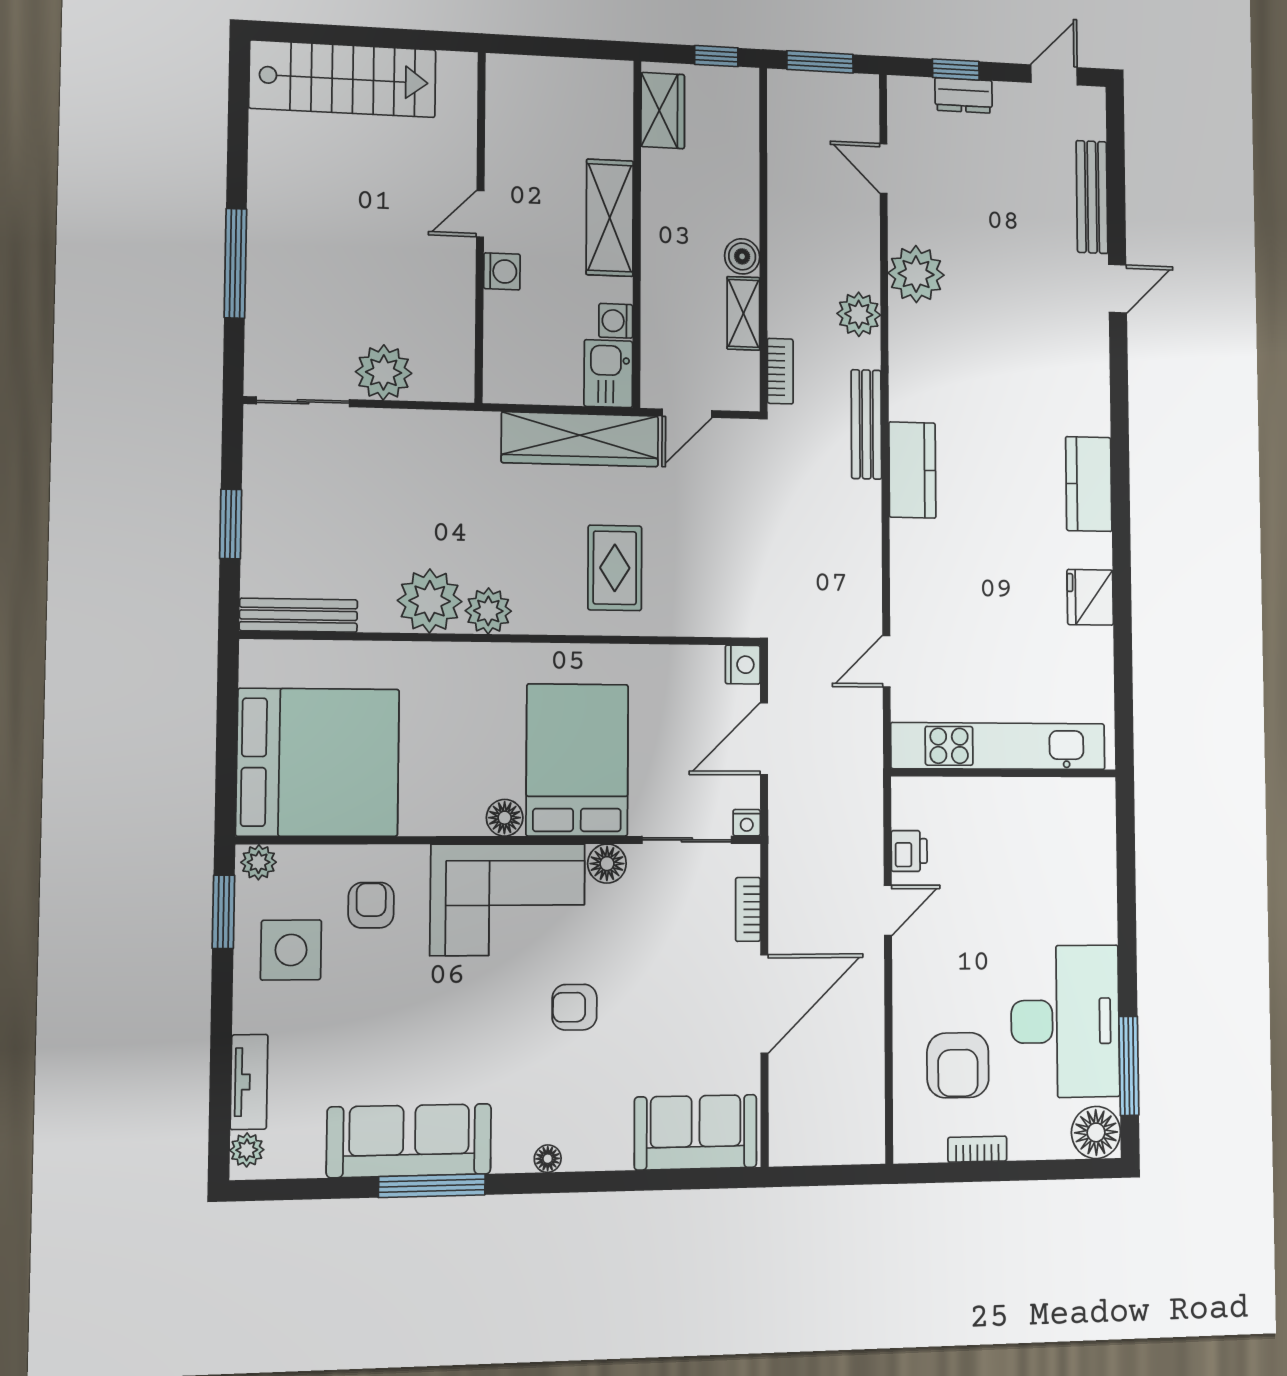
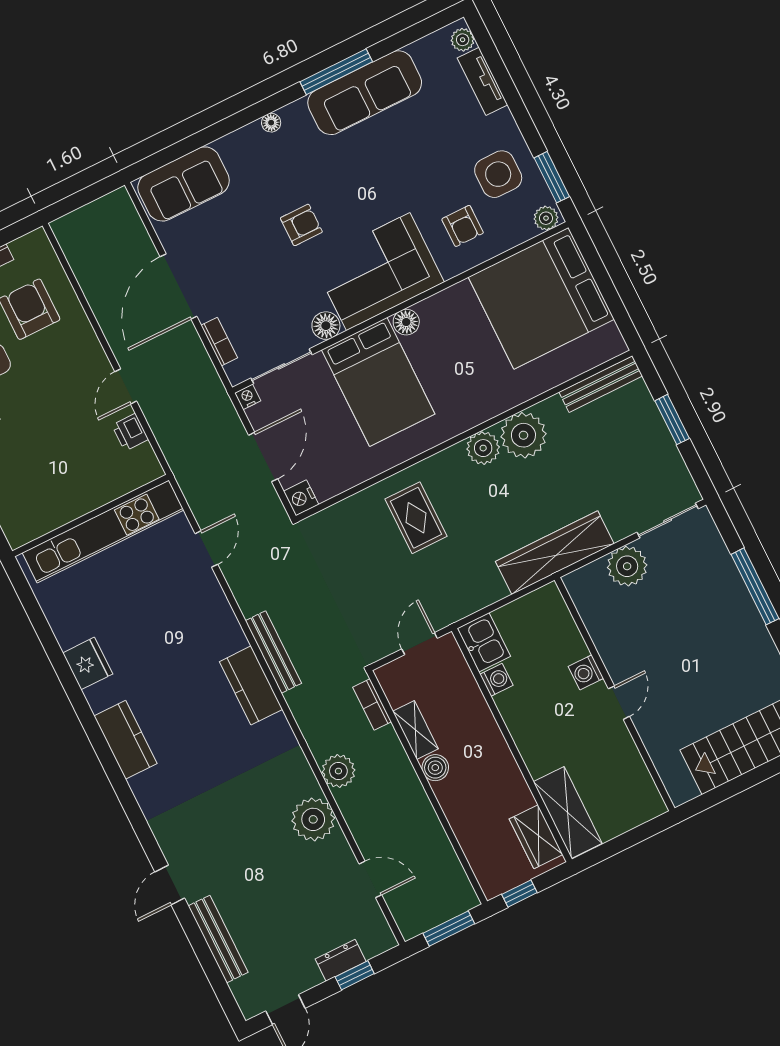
shelving: (610, 218) -> (568, 813), moved
bench: (866, 424) -> (273, 652), moved
wardrobe: (580, 439) -> (555, 553), moved

